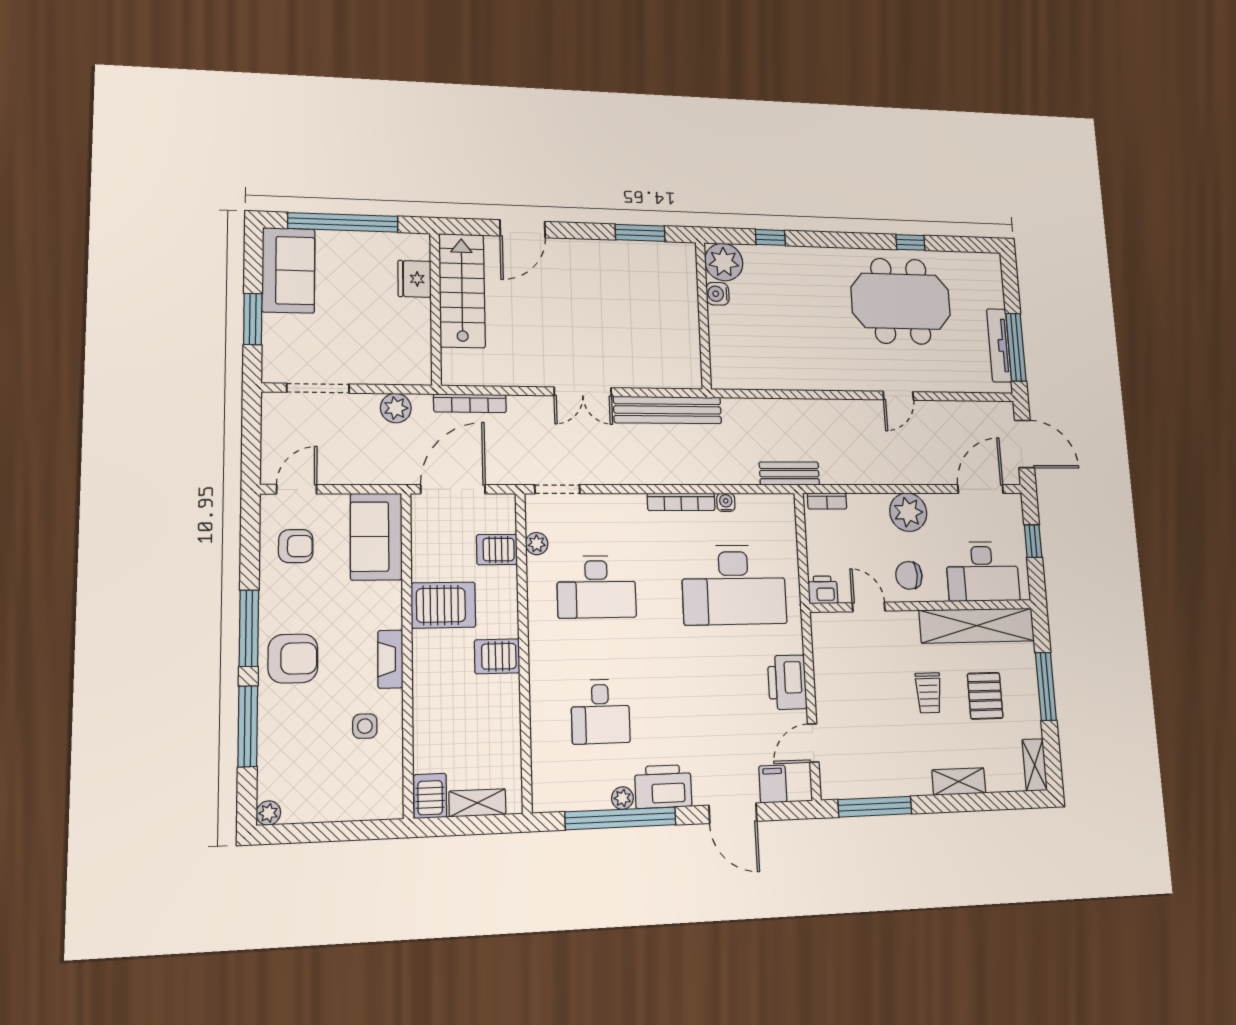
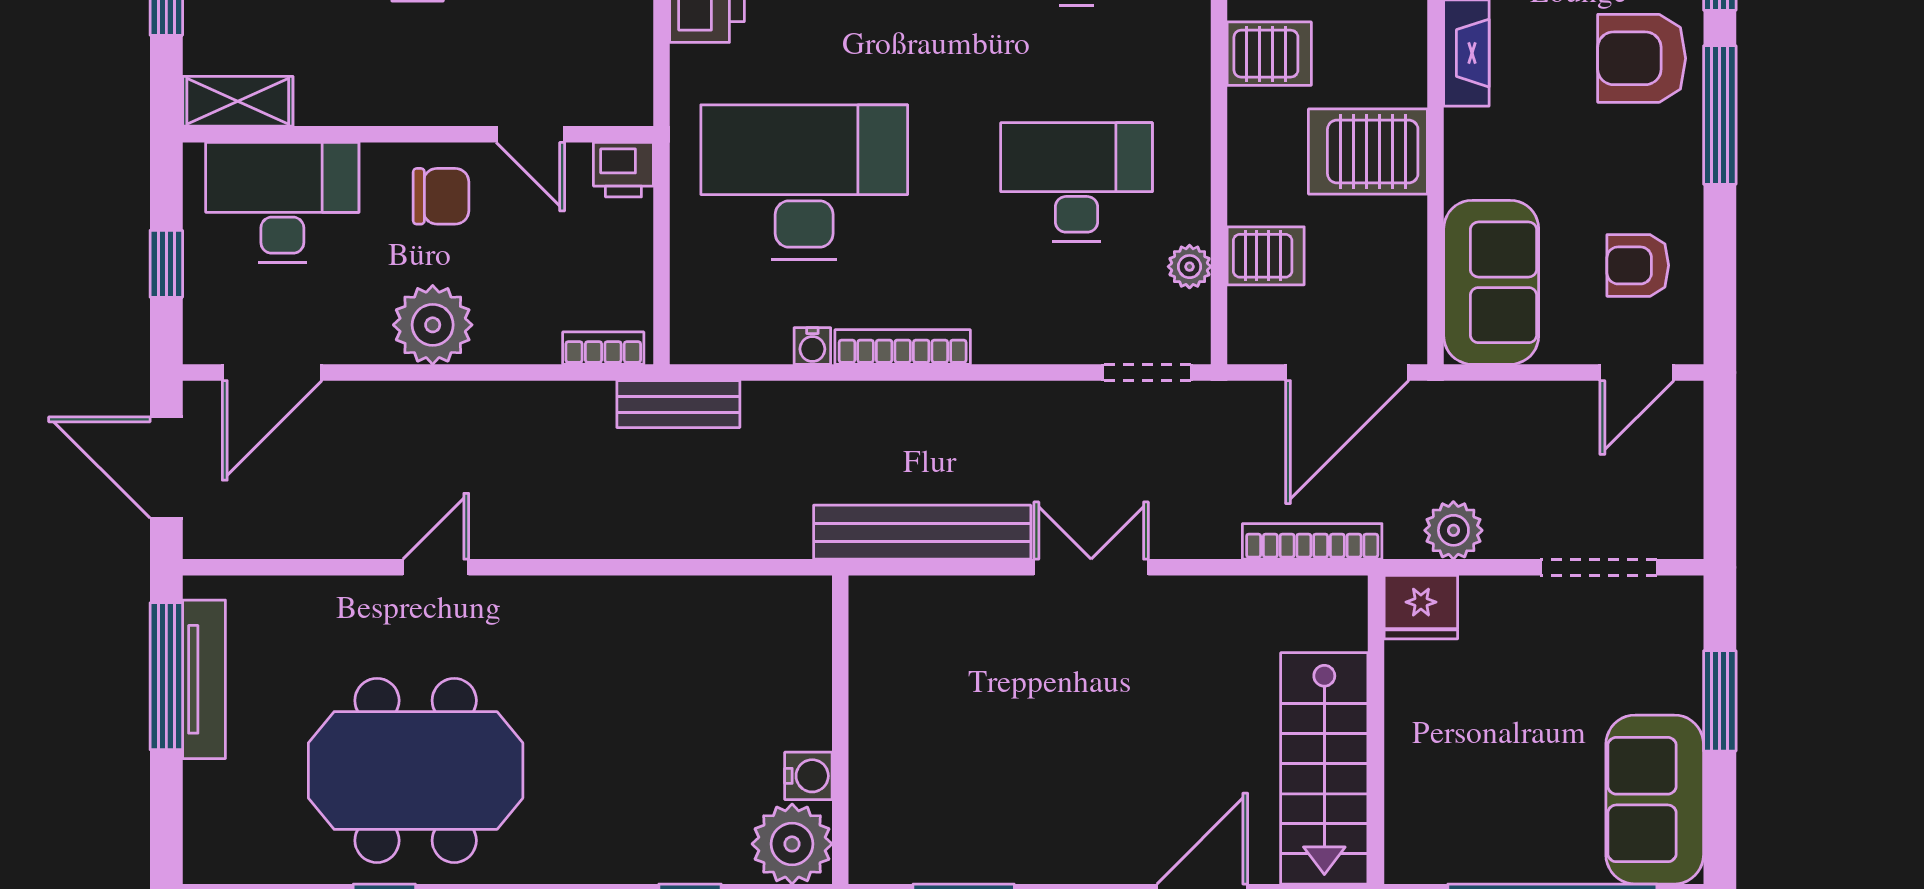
fridge: (415, 279) -> (1421, 607), moved, turned 90
shelving: (977, 626) -> (238, 101), width x0.45, depth x0.75

